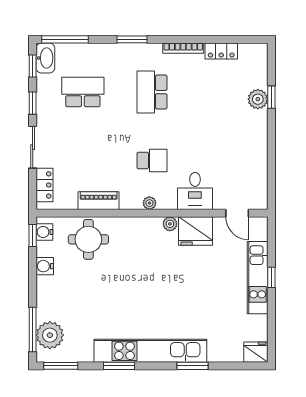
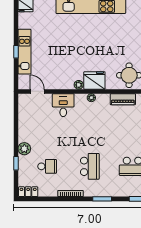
locker: (221, 51) -> (28, 192), moved
plant: (258, 99) -> (24, 149), moved
school desk: (152, 160) -> (47, 166), moved, turned 180
fridge: (195, 231) -> (94, 80), moved

